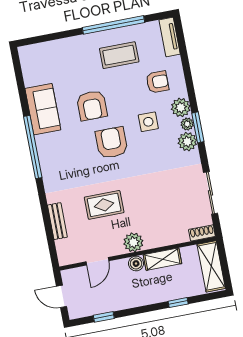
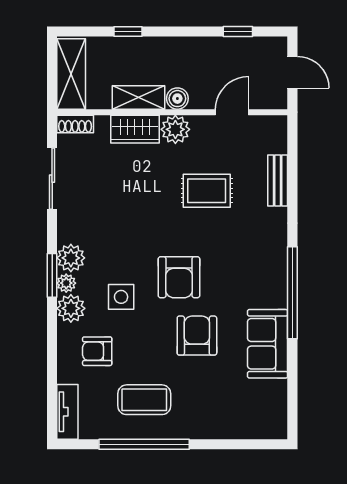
wardrobe: (161, 237) -> (135, 129), added

